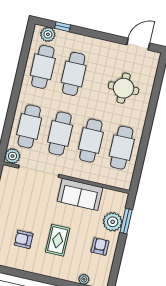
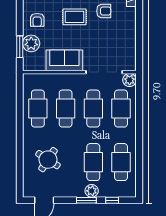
window: (91, 33) -> (86, 200), added
plant: (48, 34) -> (92, 191), moved
round table: (124, 88) -> (48, 160), turned 33
rug: (58, 240) -> (75, 17), turned 90

